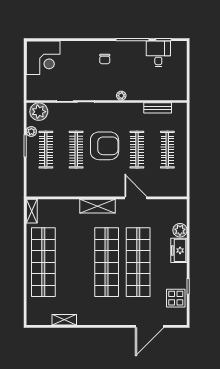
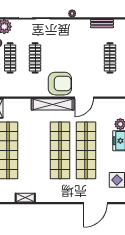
armchair: (105, 146) -> (60, 84), moved
clothes rail: (137, 150) -> (85, 58), removed
door: (136, 198) -> (84, 98), swing flipped
shelving: (98, 206) -> (53, 104), width x1.47

